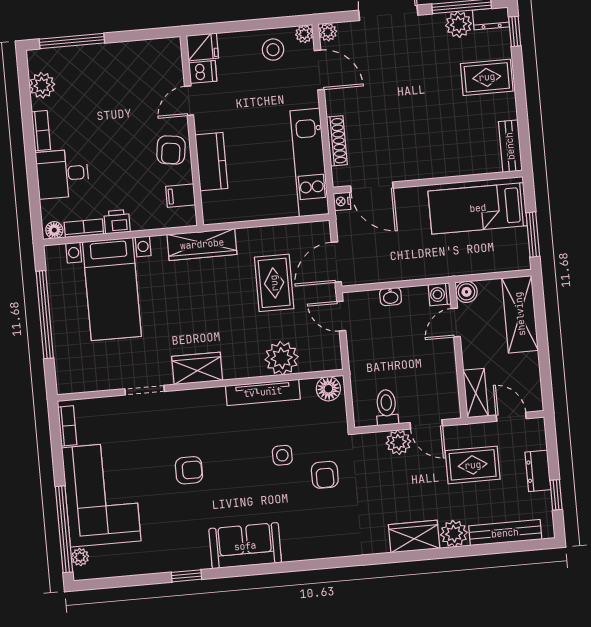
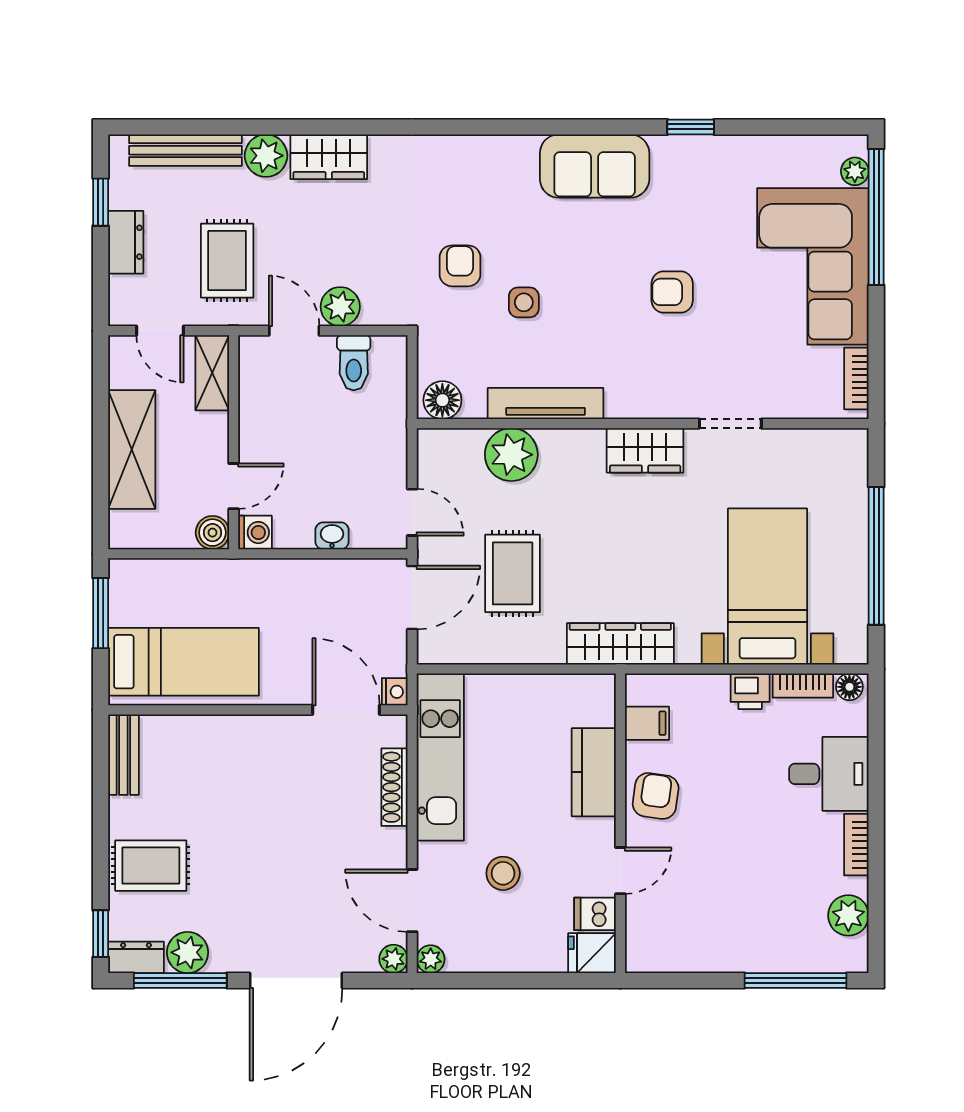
stool: (273, 50) -> (503, 873), moved
shelving: (520, 314) -> (132, 449), moved
rug: (473, 465) -> (227, 261), turned 90

